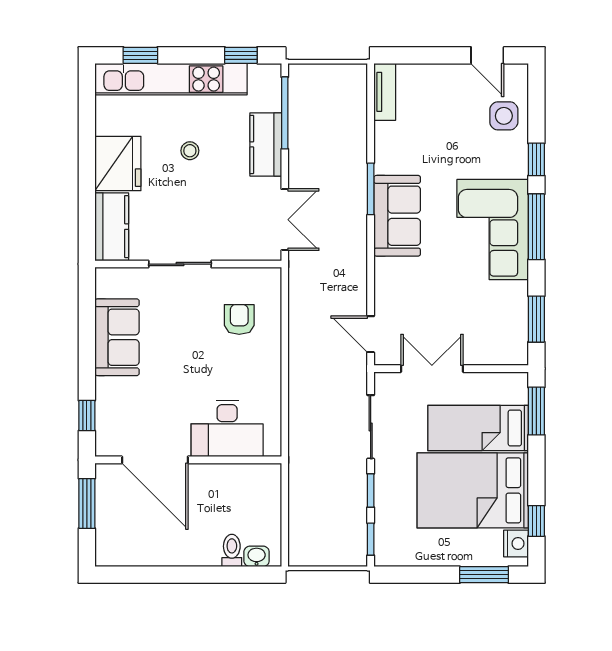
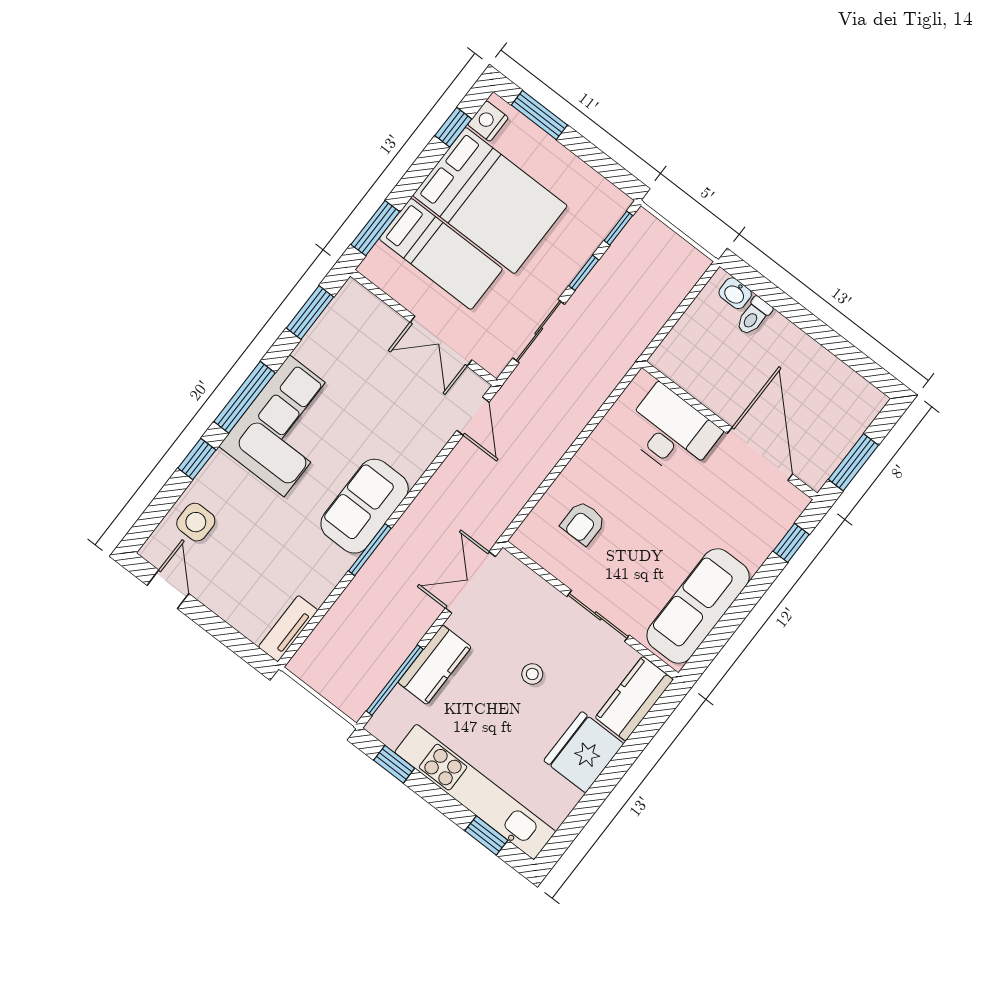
stool: (190, 151) -> (532, 674), moved
sofa: (117, 337) -> (698, 606), width x1.36

